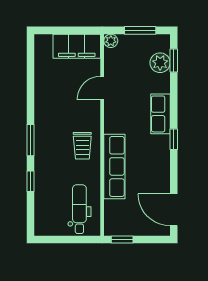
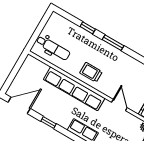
window: (174, 139) -> (48, 122), moved
row of seats: (114, 166) -> (74, 89), width x1.36
window: (122, 240) -> (19, 63), removed

